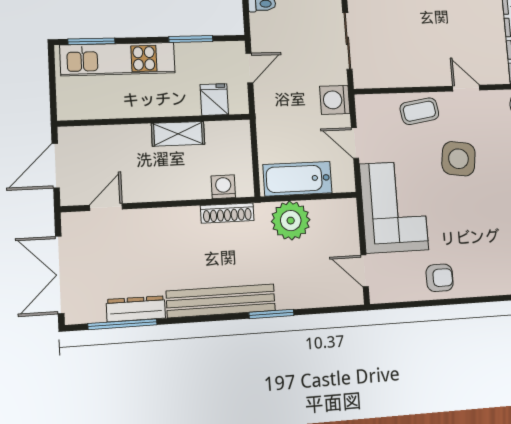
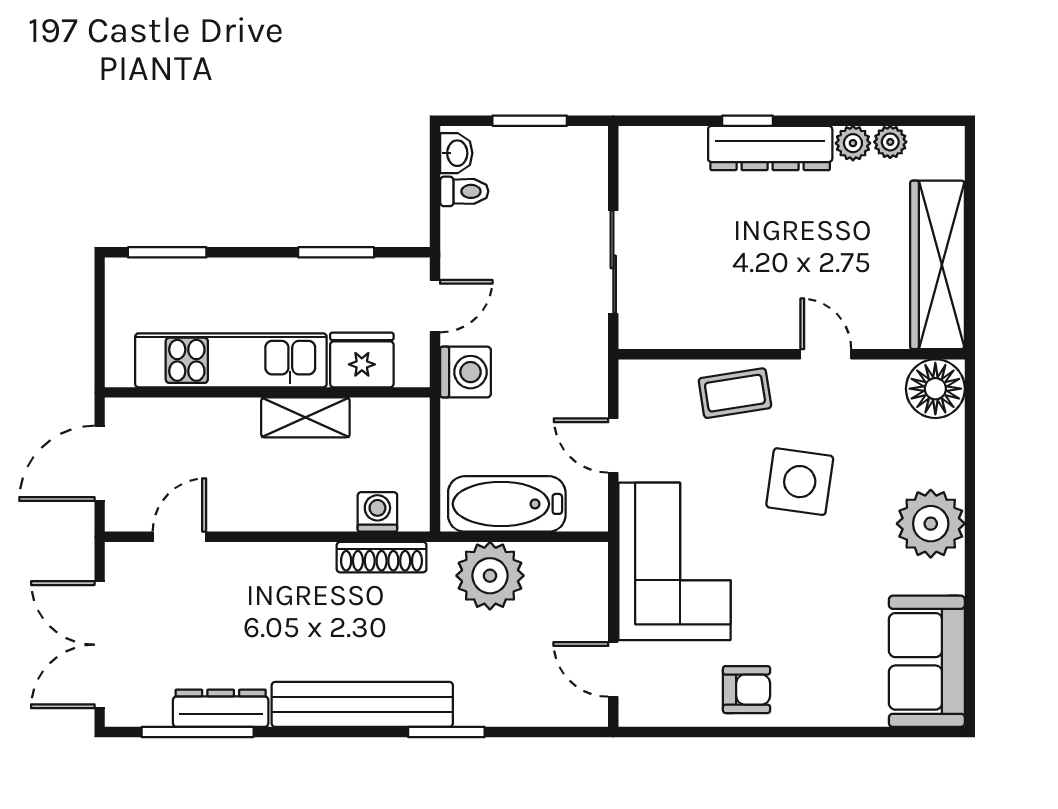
kitchen unit: (118, 59) -> (231, 360), moved, turned 180
fridge: (214, 99) -> (362, 360), width x1.38
washing machine: (335, 100) -> (465, 372), moved, turned 180

